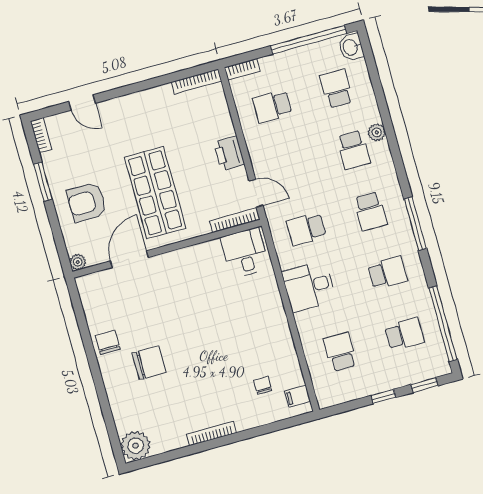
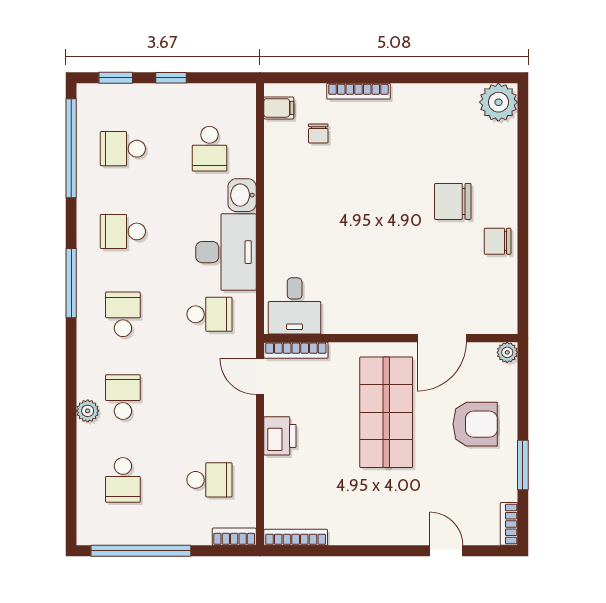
washbasin: (351, 47) -> (242, 195), moved, turned 180
desk: (309, 286) -> (226, 252), width x1.37
chair: (108, 342) -> (498, 241), turned 90
bookcase: (212, 433) -> (358, 91), moved

